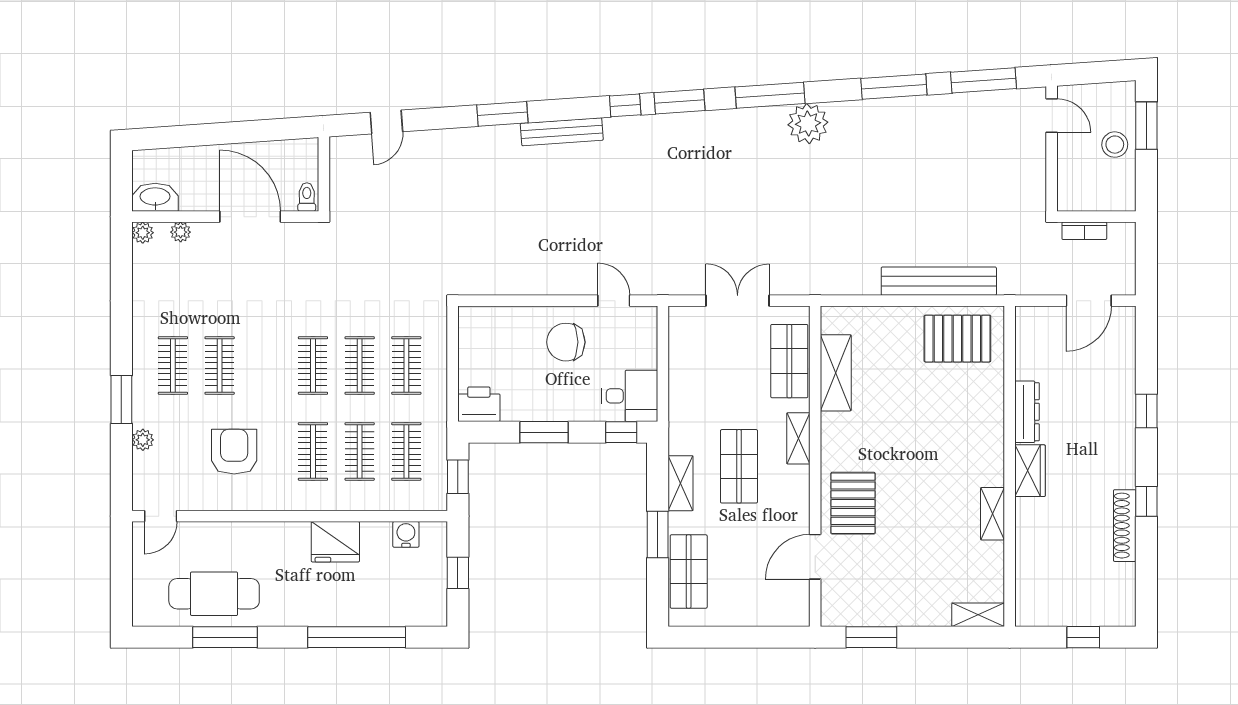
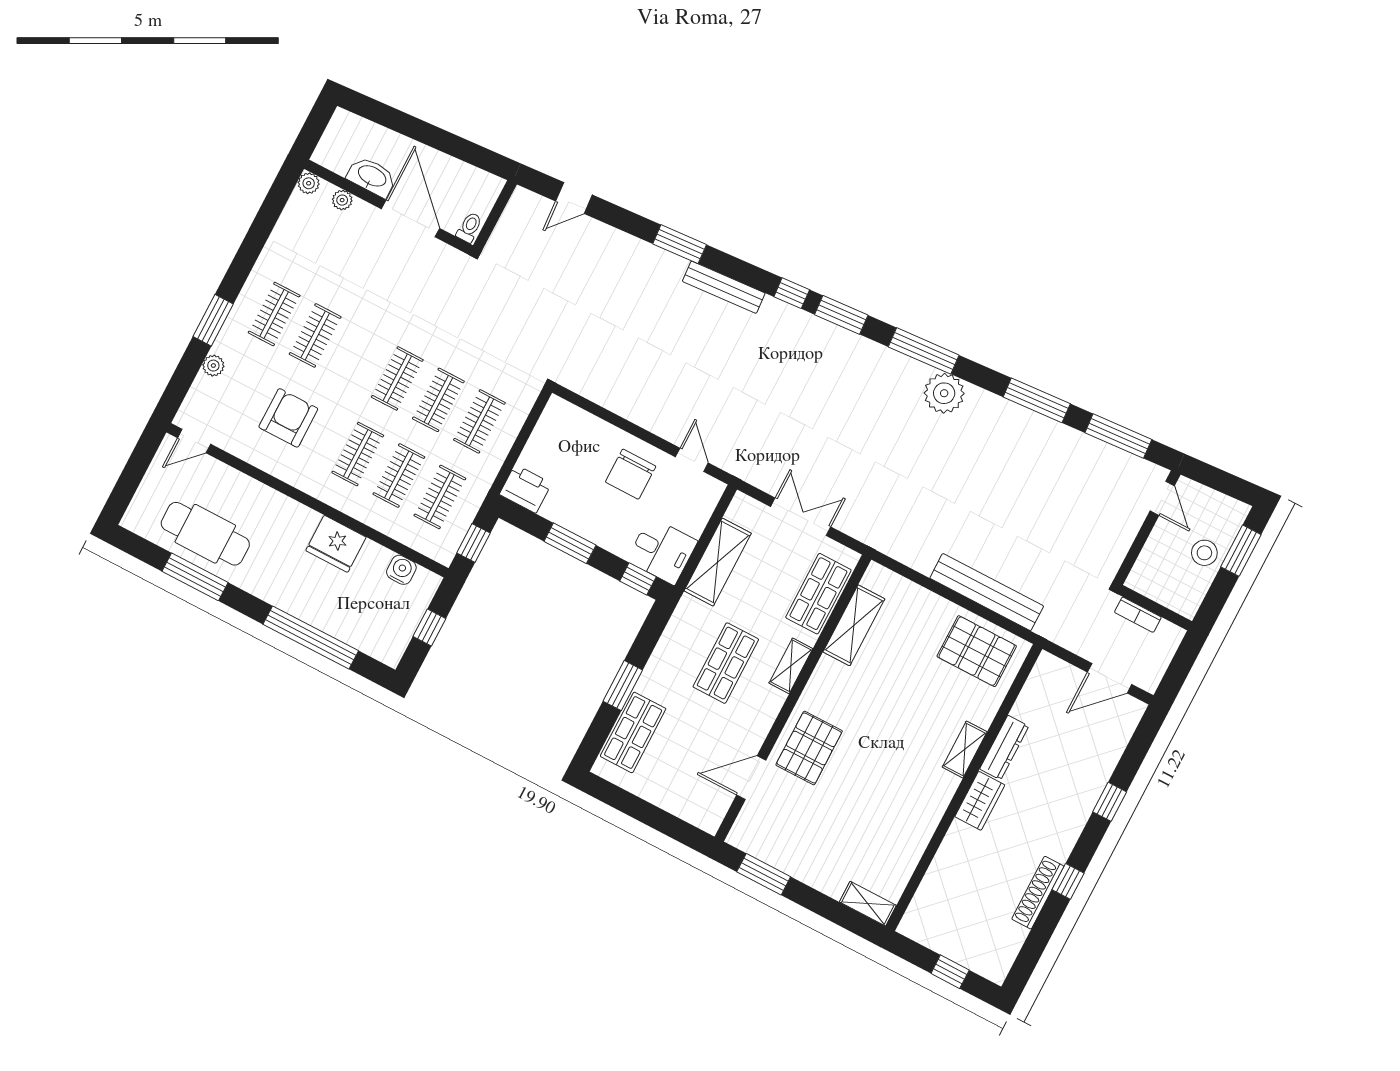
washbasin: (155, 197) -> (372, 177), moved
chair: (566, 342) -> (631, 474), turned -90
shelving: (680, 483) -> (718, 562), moved, width x1.50, depth x1.33
shelving: (993, 514) -> (965, 749), moved

